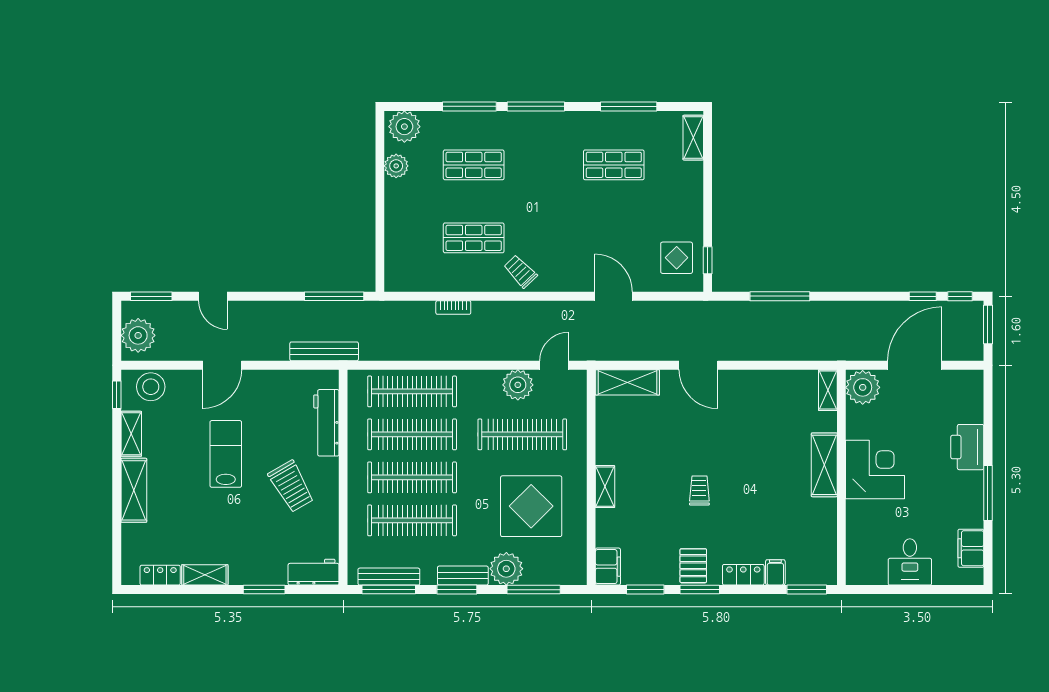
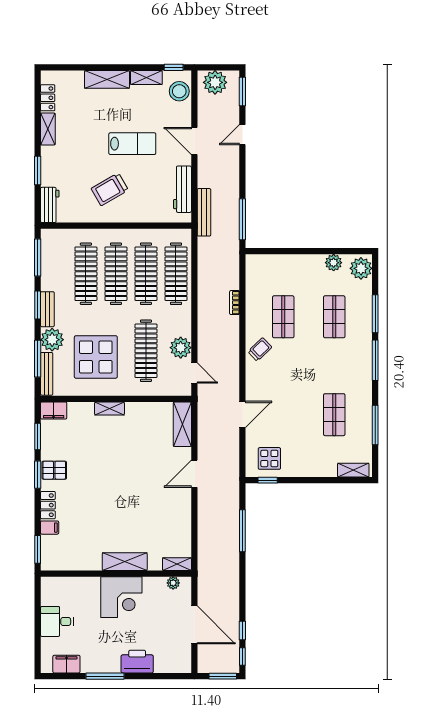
plant: (863, 387) -> (173, 583), width x0.53, depth x0.53
workbench: (326, 423) -> (182, 189), moved, turned -90
trolley: (699, 490) -> (107, 474), removed
bench: (389, 577) -> (47, 374), moved

